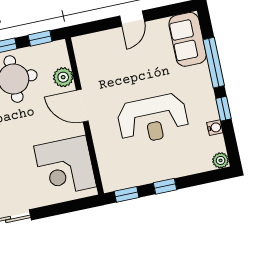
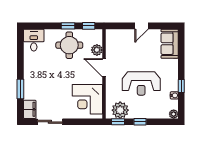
window: (214, 63) -> (181, 60), removed
plant: (126, 173) -> (120, 110), added

